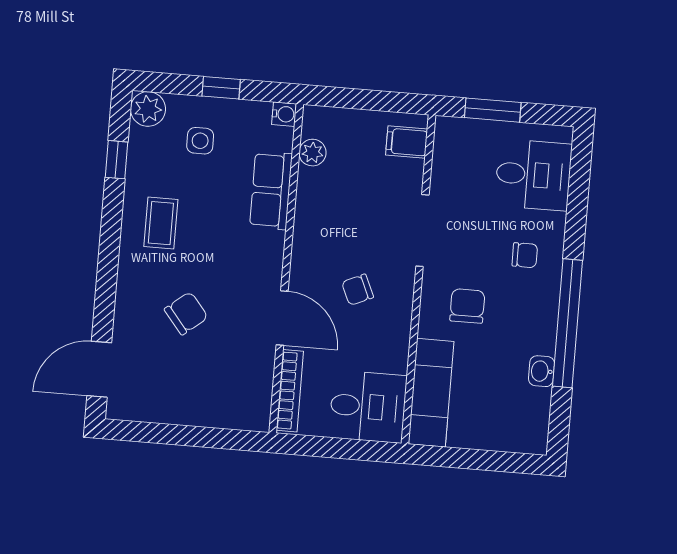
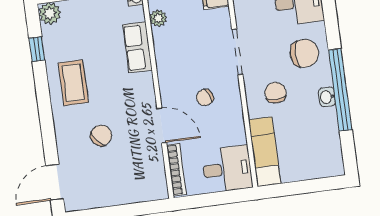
side table: (200, 141) -> (86, 26), removed
coffee table: (161, 223) -> (73, 83), width x1.36, depth x1.30
chair: (525, 255) -> (304, 53), width x1.87, depth x1.87
washbasin: (541, 371) -> (327, 97), moved

